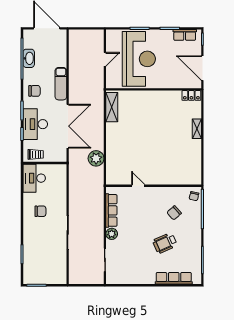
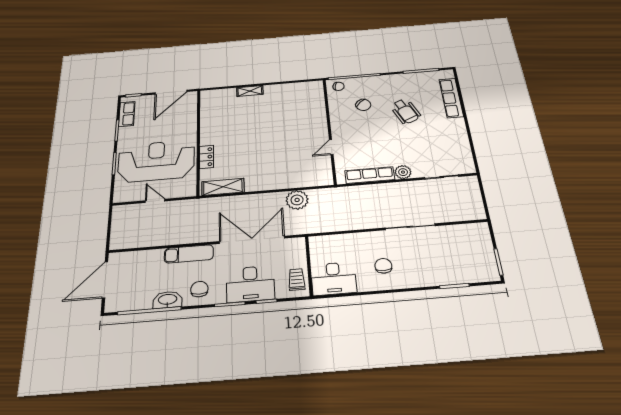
washbasin: (29, 58) -> (168, 300), moved
locker: (191, 95) -> (206, 157), moved

